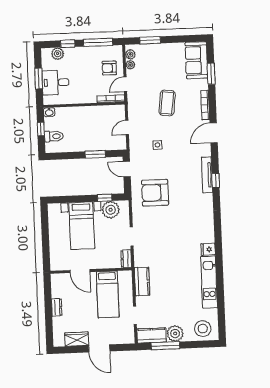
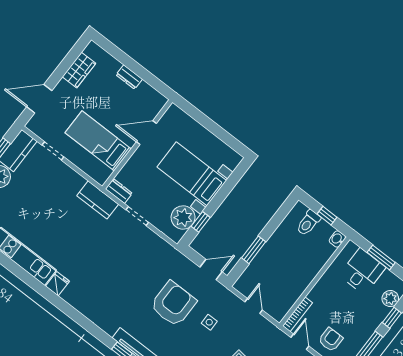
armchair: (155, 193) -> (173, 304), moved
kitchen counter: (142, 281) -> (98, 200), moved
door: (99, 348) -> (39, 99), moved

